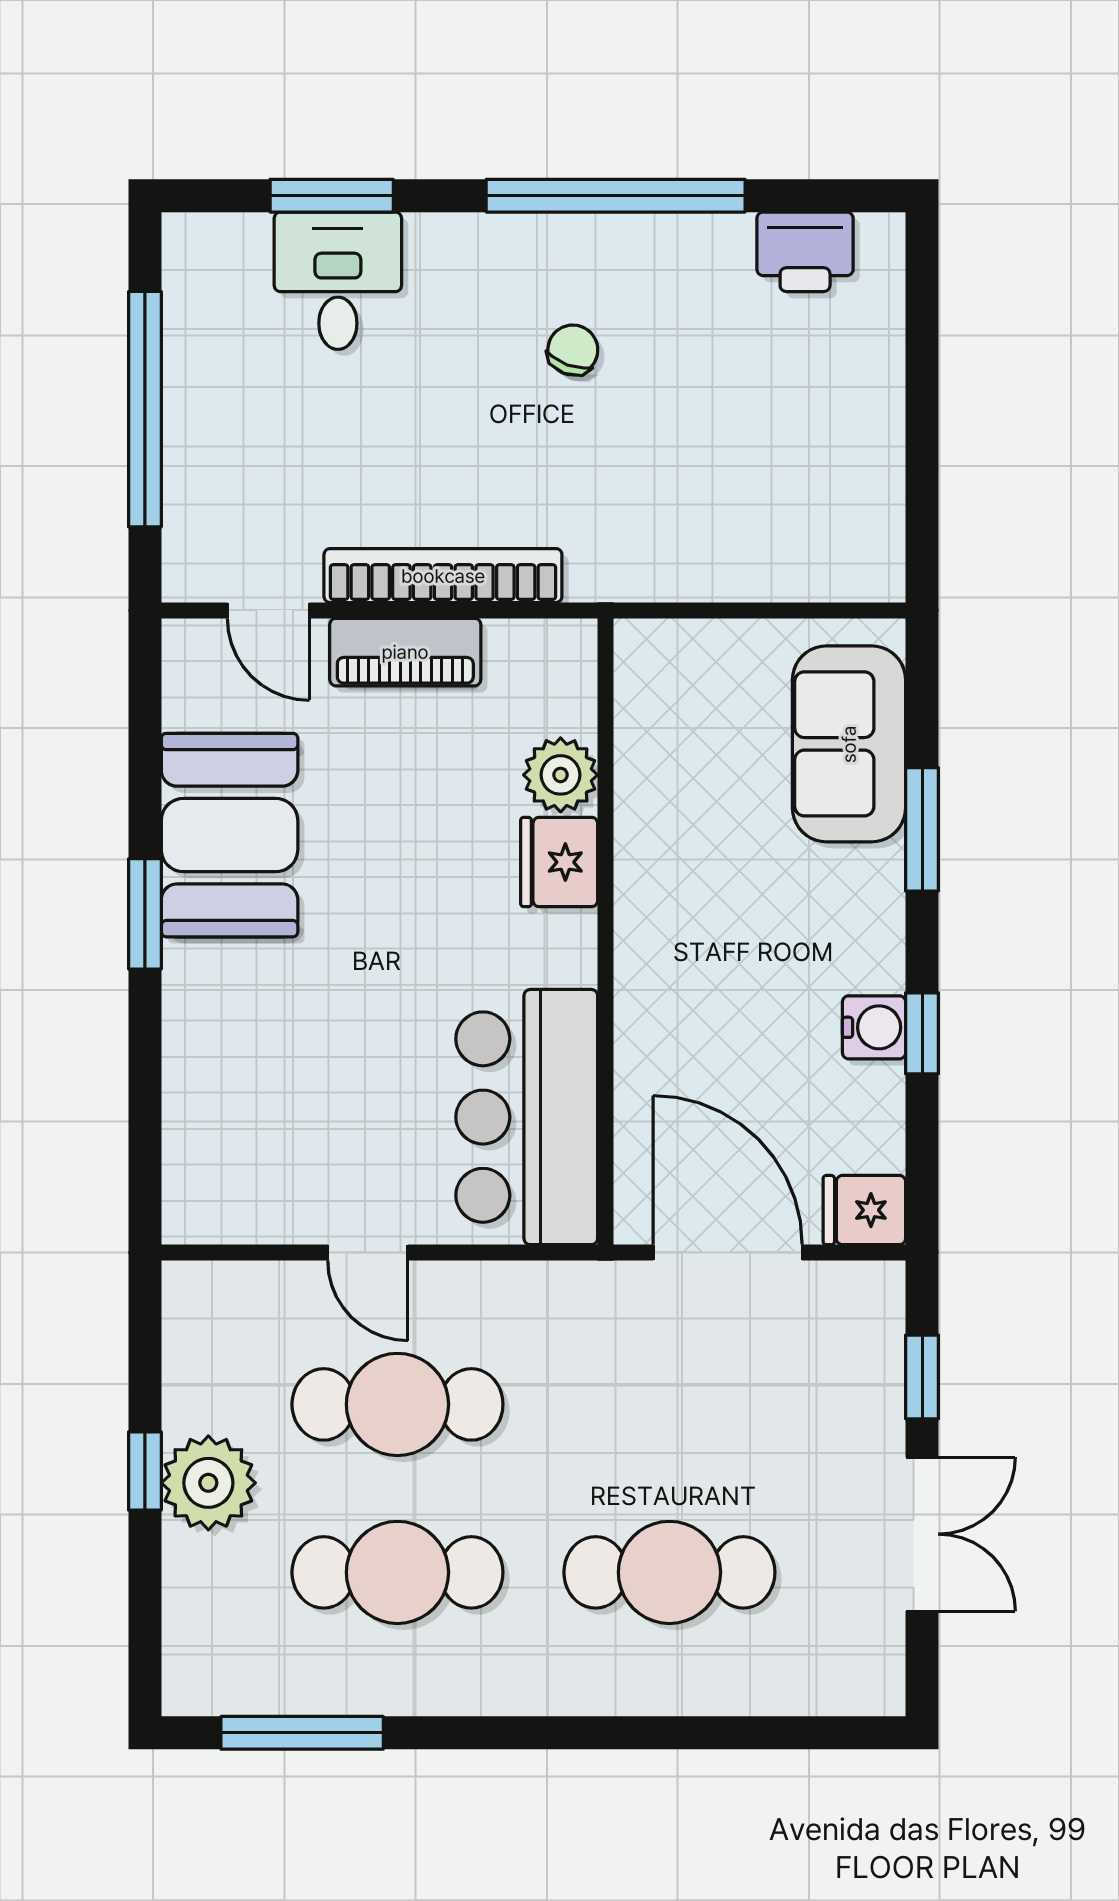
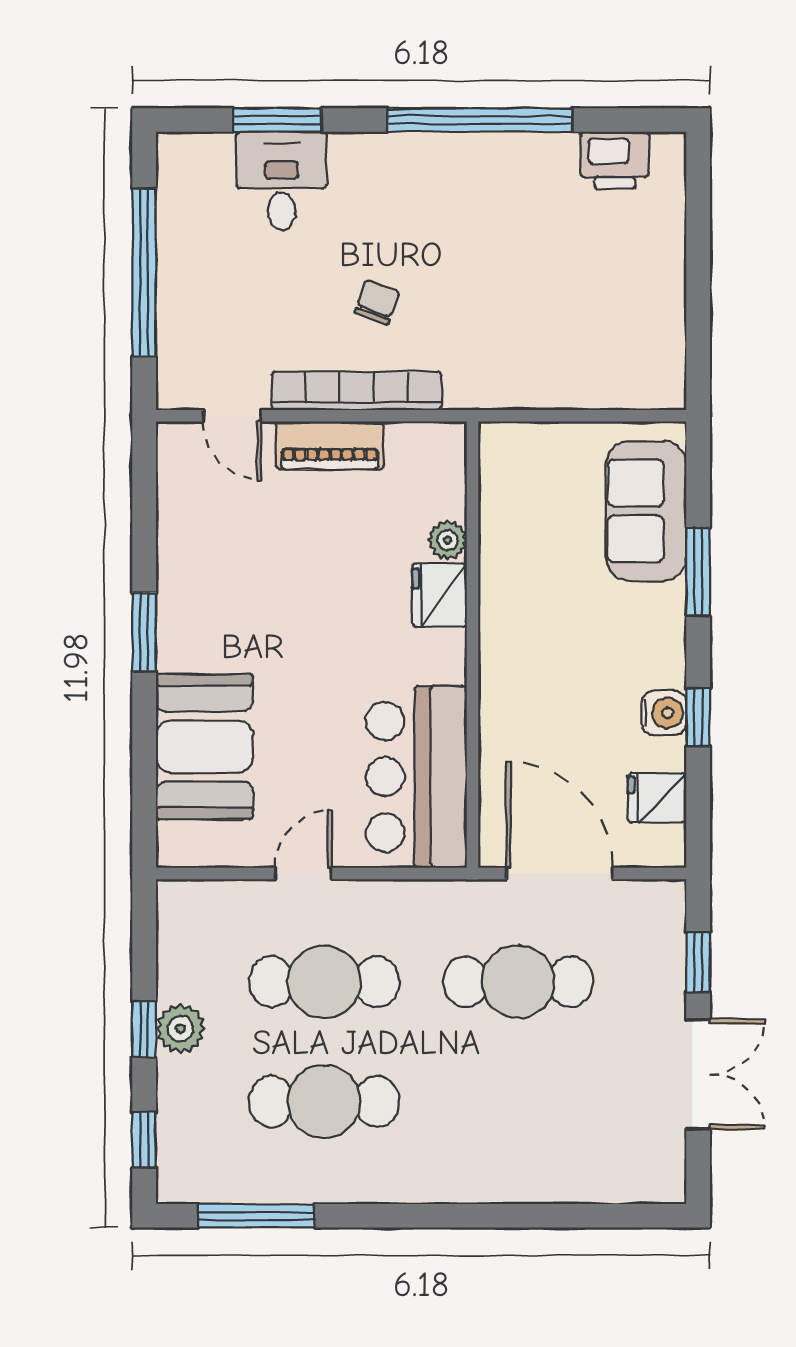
chair: (573, 350) -> (377, 302), moved
plant: (561, 775) -> (448, 540), width x0.73, depth x0.73
booth: (230, 835) -> (204, 747), moved
fridge: (864, 1210) -> (657, 798), moved
door: (368, 1253) -> (303, 873), swing flipped
plant: (208, 1483) -> (180, 1029), width x0.73, depth x0.73
cafe table: (669, 1572) -> (518, 982), moved
window: (145, 1626) -> (144, 1140), added

